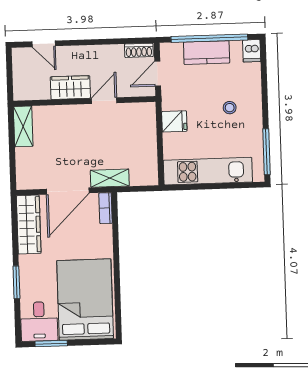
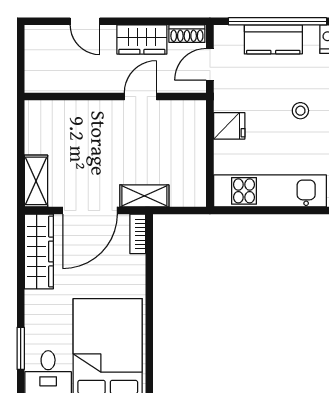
door: (44, 44) -> (85, 21), moved
wardrobe: (70, 88) -> (142, 39), moved, turned 180
shelving: (23, 126) -> (36, 181), moved
window: (16, 282) -> (21, 348), moved

